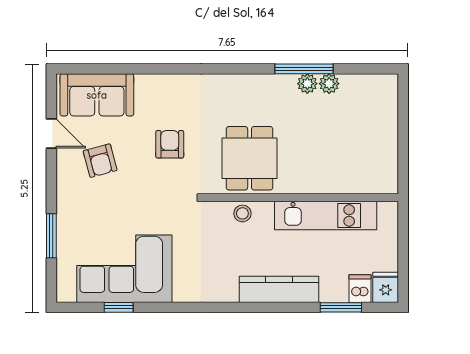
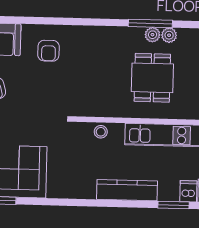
armchair: (170, 144) -> (48, 51), moved, turned 180
dining table: (250, 158) -> (152, 78), moved

